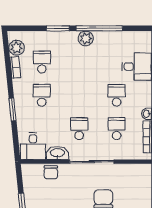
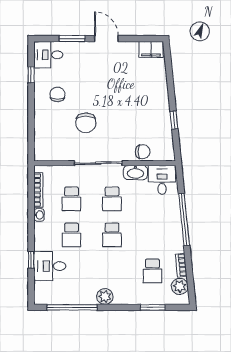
window: (58, 28) -> (153, 307), moved
window: (99, 28) -> (72, 307), moved
school desk: (42, 95) -> (112, 235), moved
window: (13, 110) -> (184, 219), width x2.11
chair: (51, 172) -> (143, 152), turned 90

